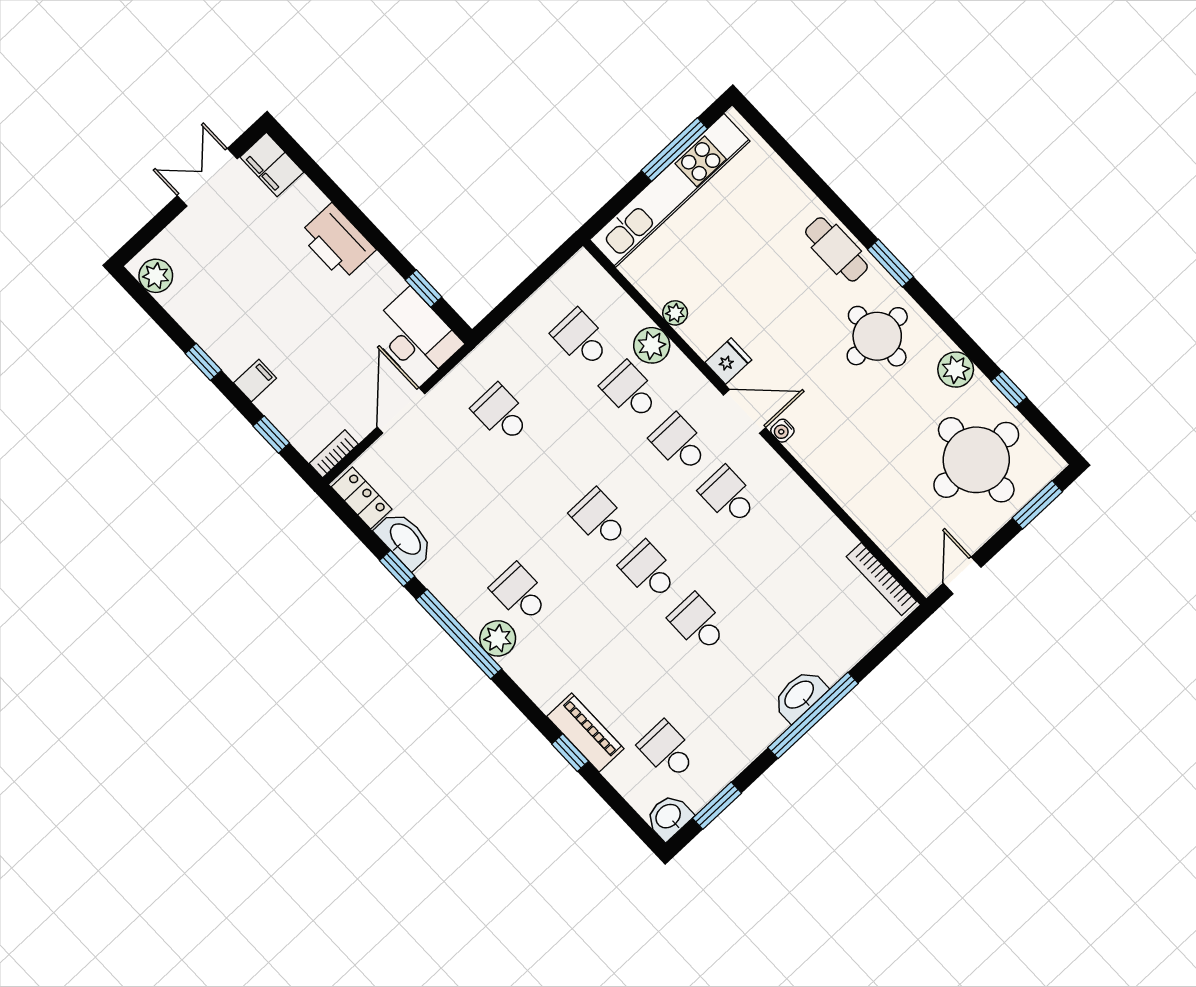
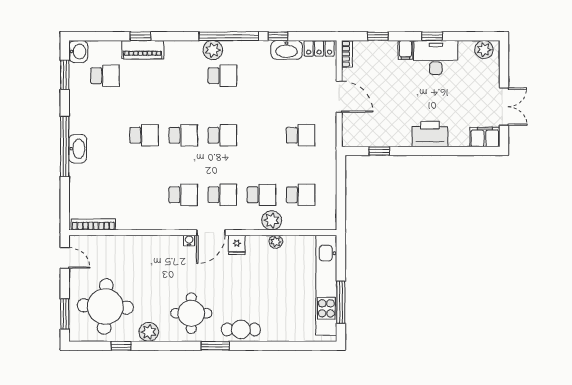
desk: (415, 336) -> (436, 58), moved, turned 180

